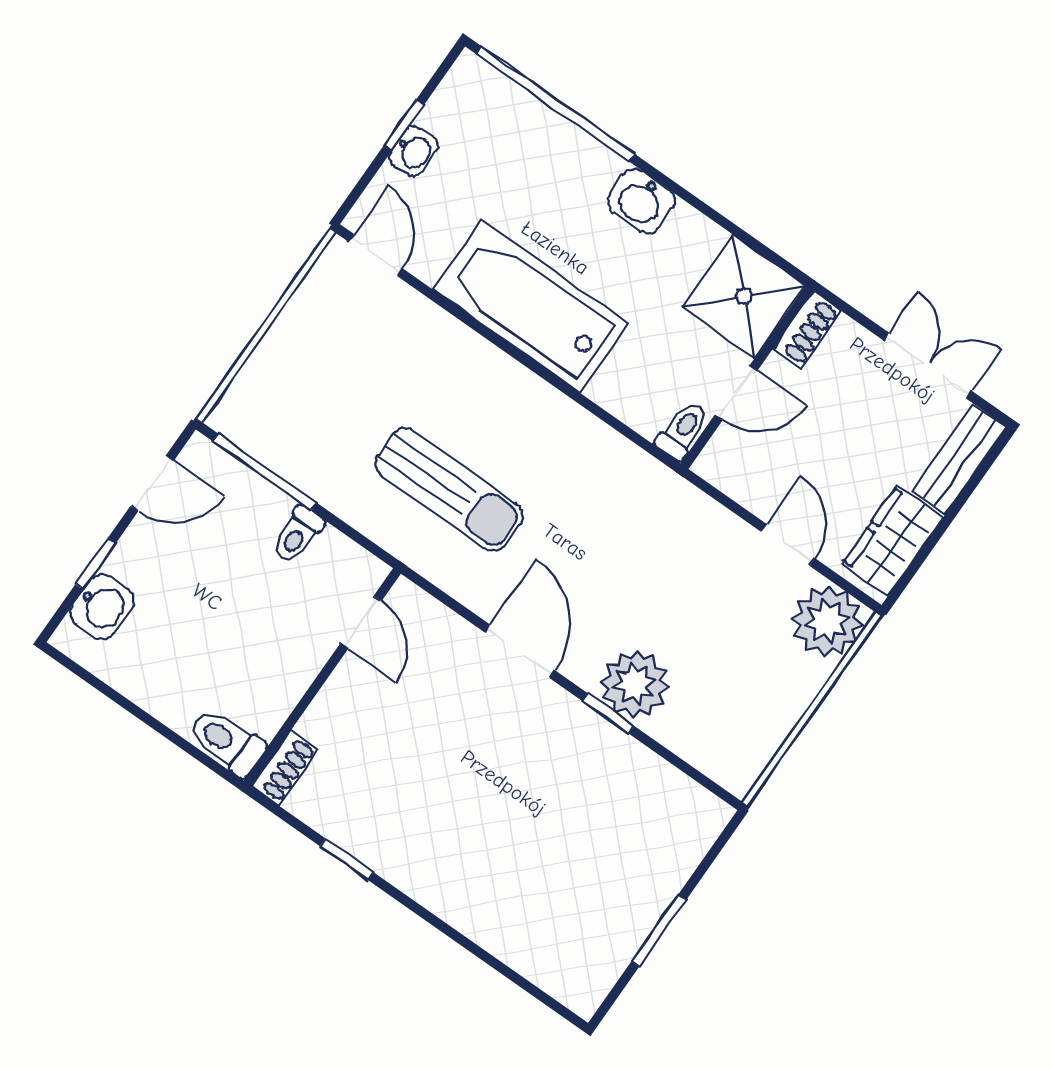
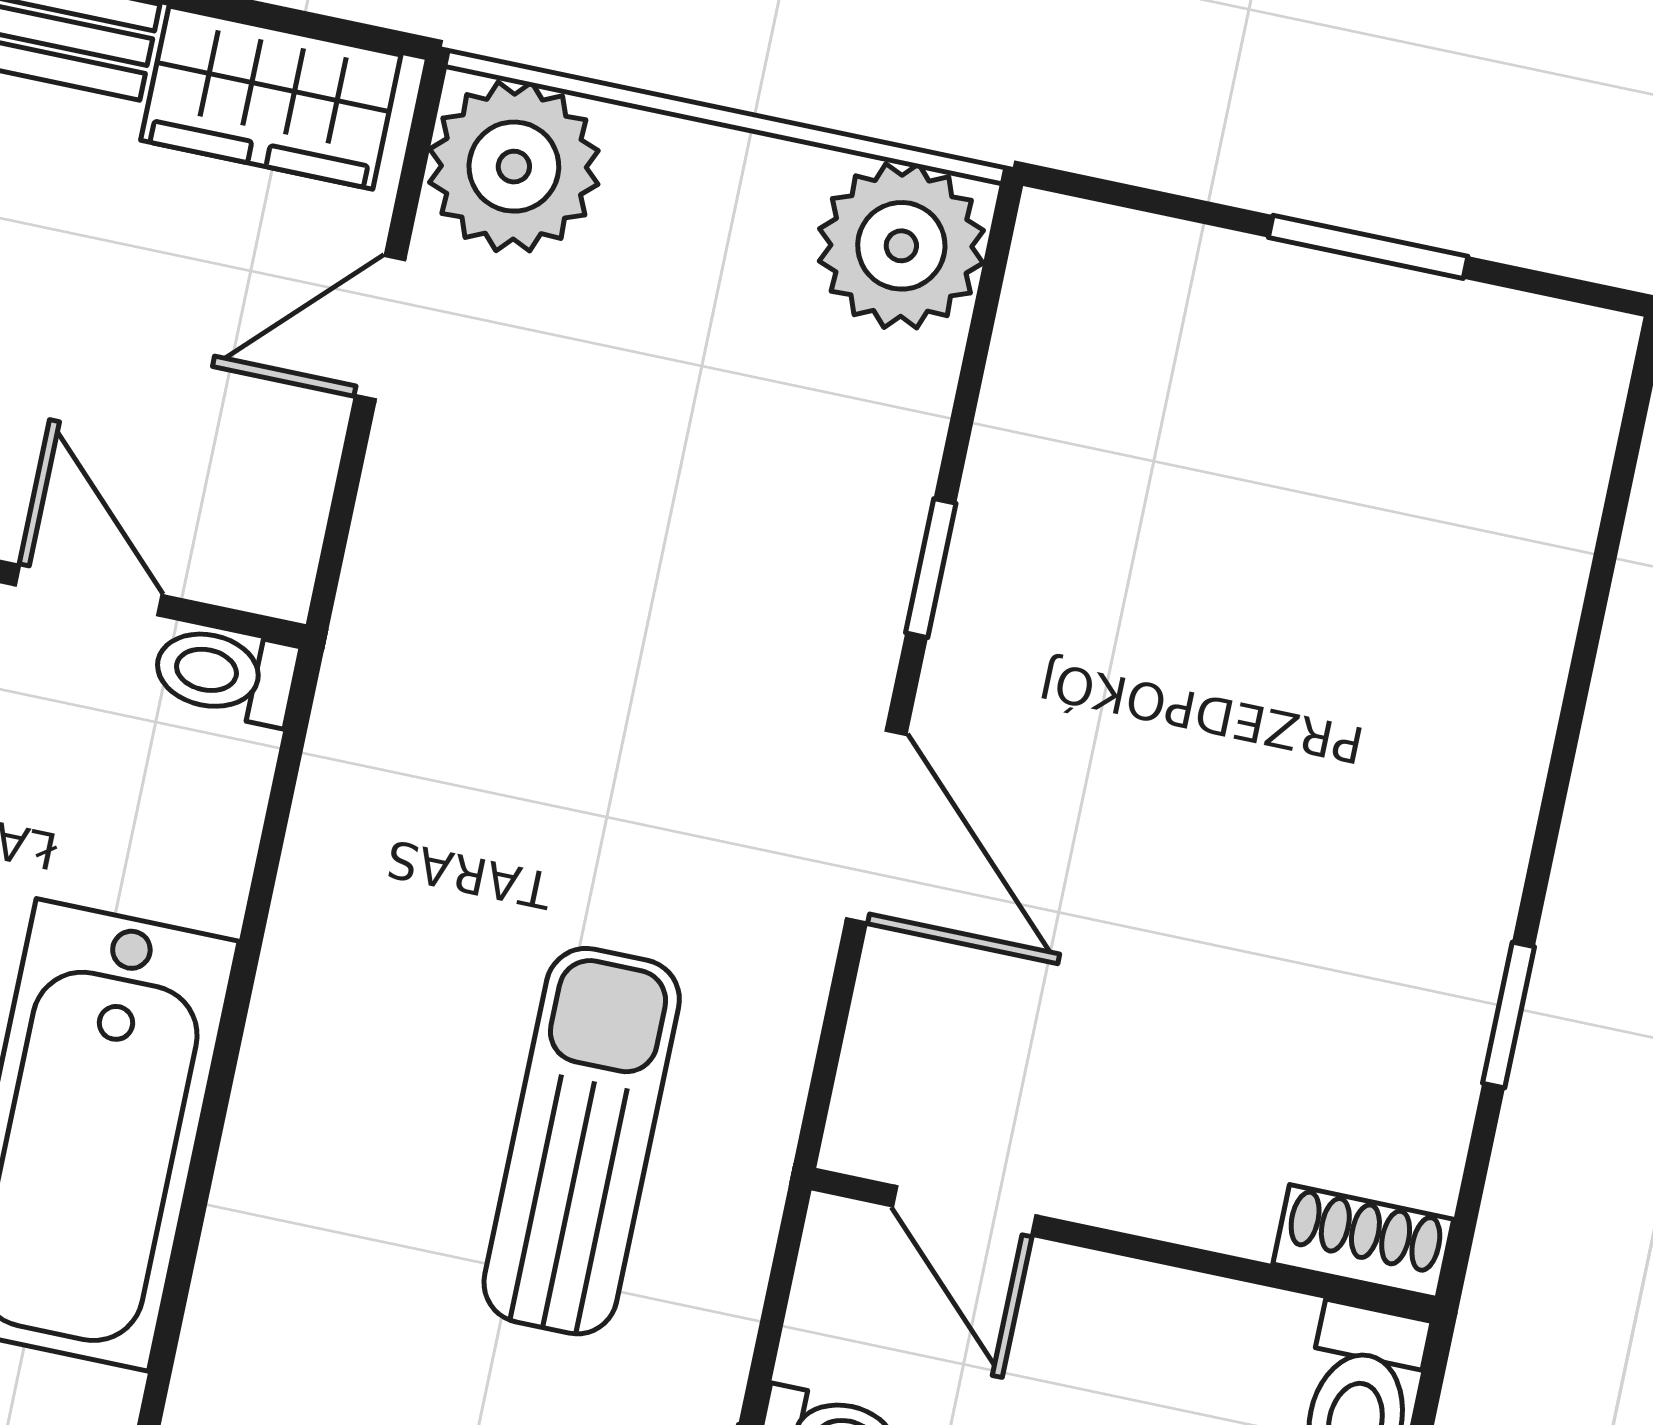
door: (361, 622) -> (964, 1211), swing flipped
door: (520, 651) -> (876, 827), swing flipped
plant: (635, 684) -> (901, 246), moved

